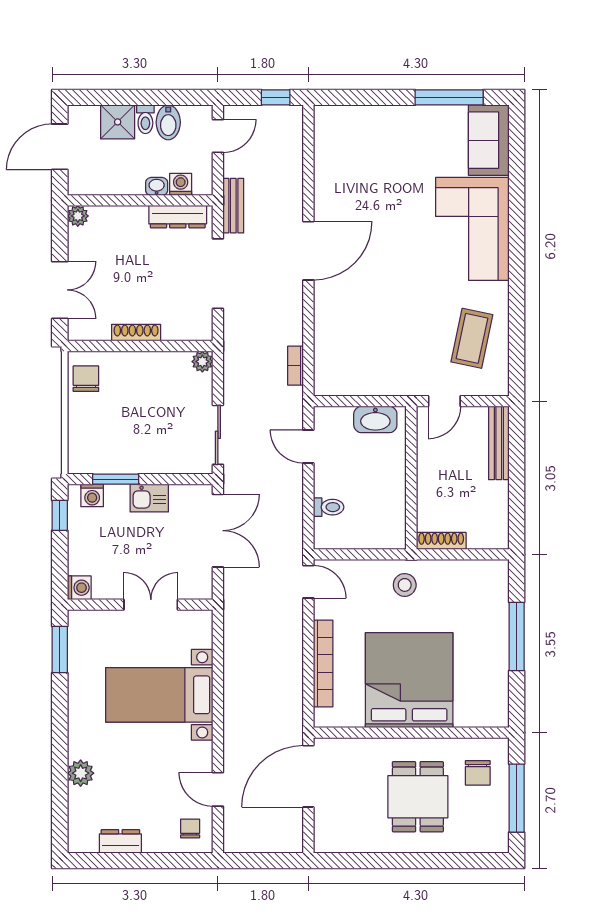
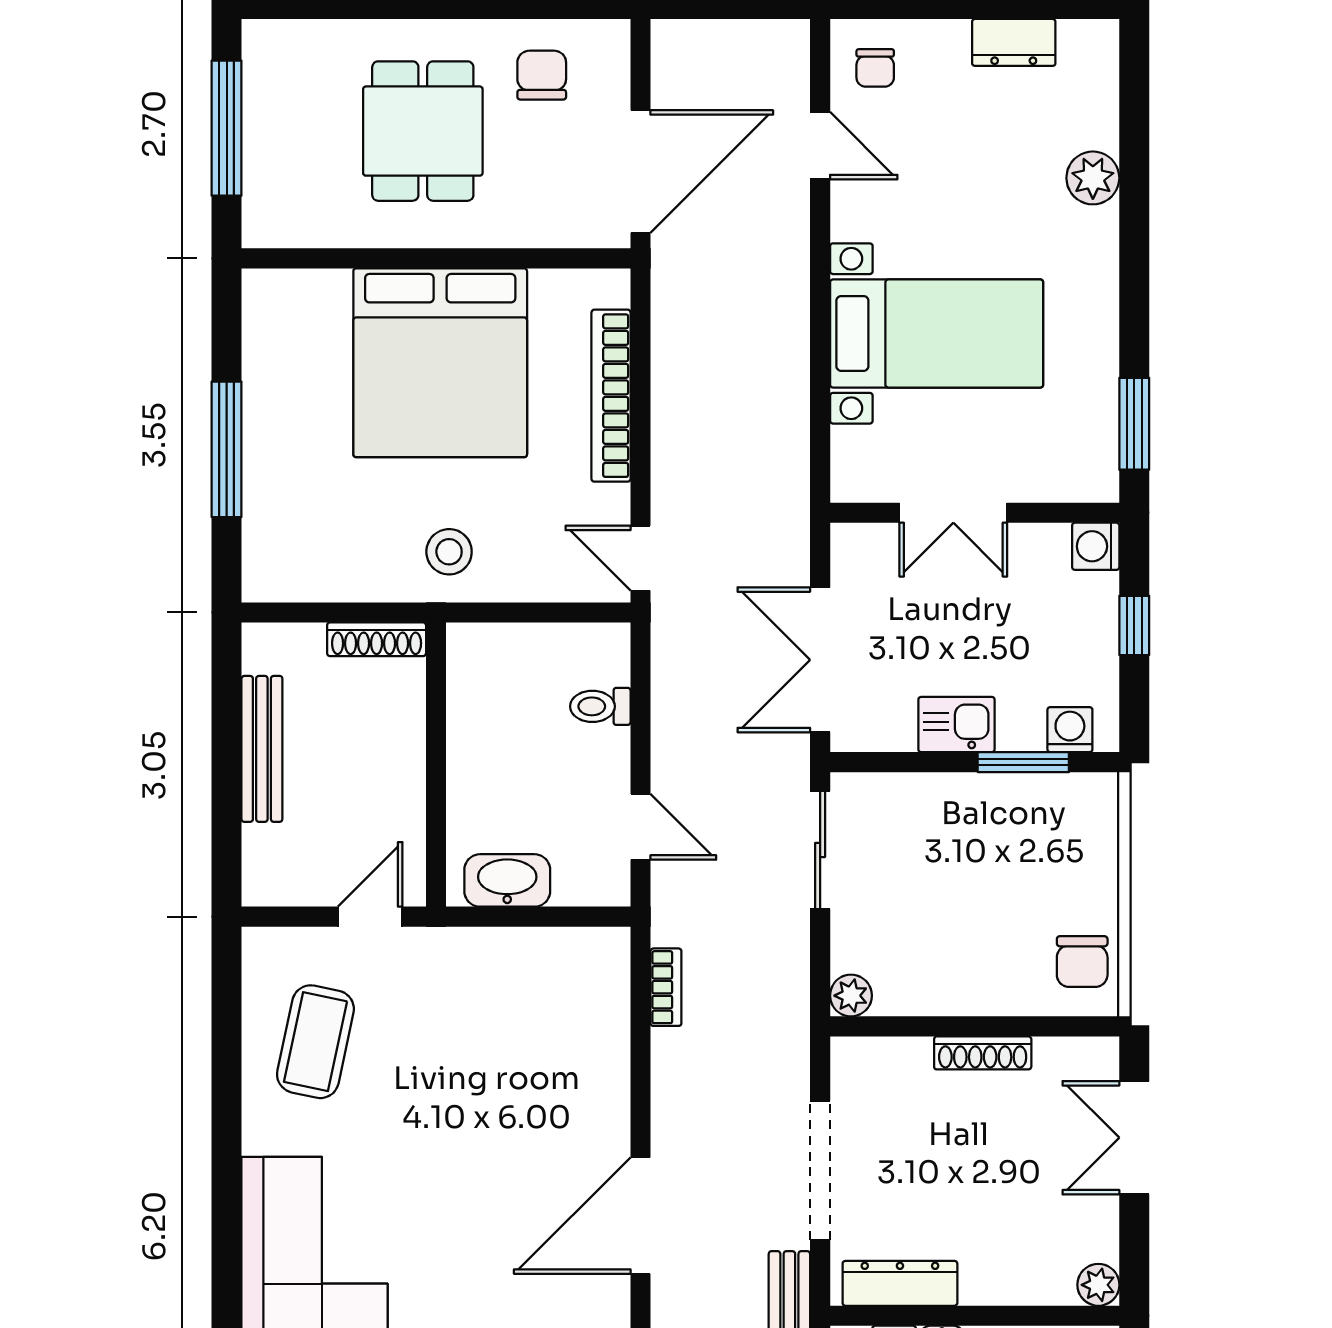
bench: (499, 443) -> (262, 749), moved
window: (60, 515) -> (1134, 625), moved
chair: (478, 773) -> (542, 75), moved

